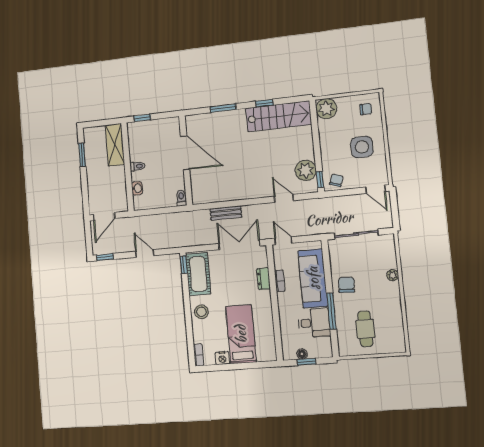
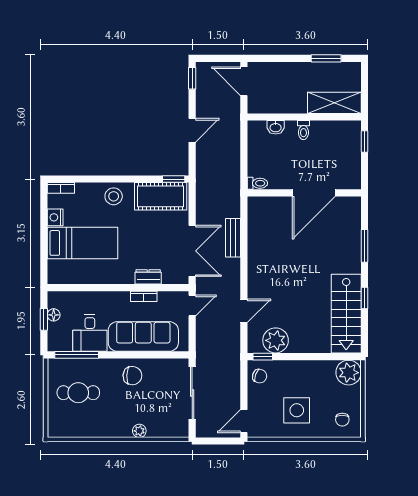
window: (331, 311) -> (77, 355), moved

